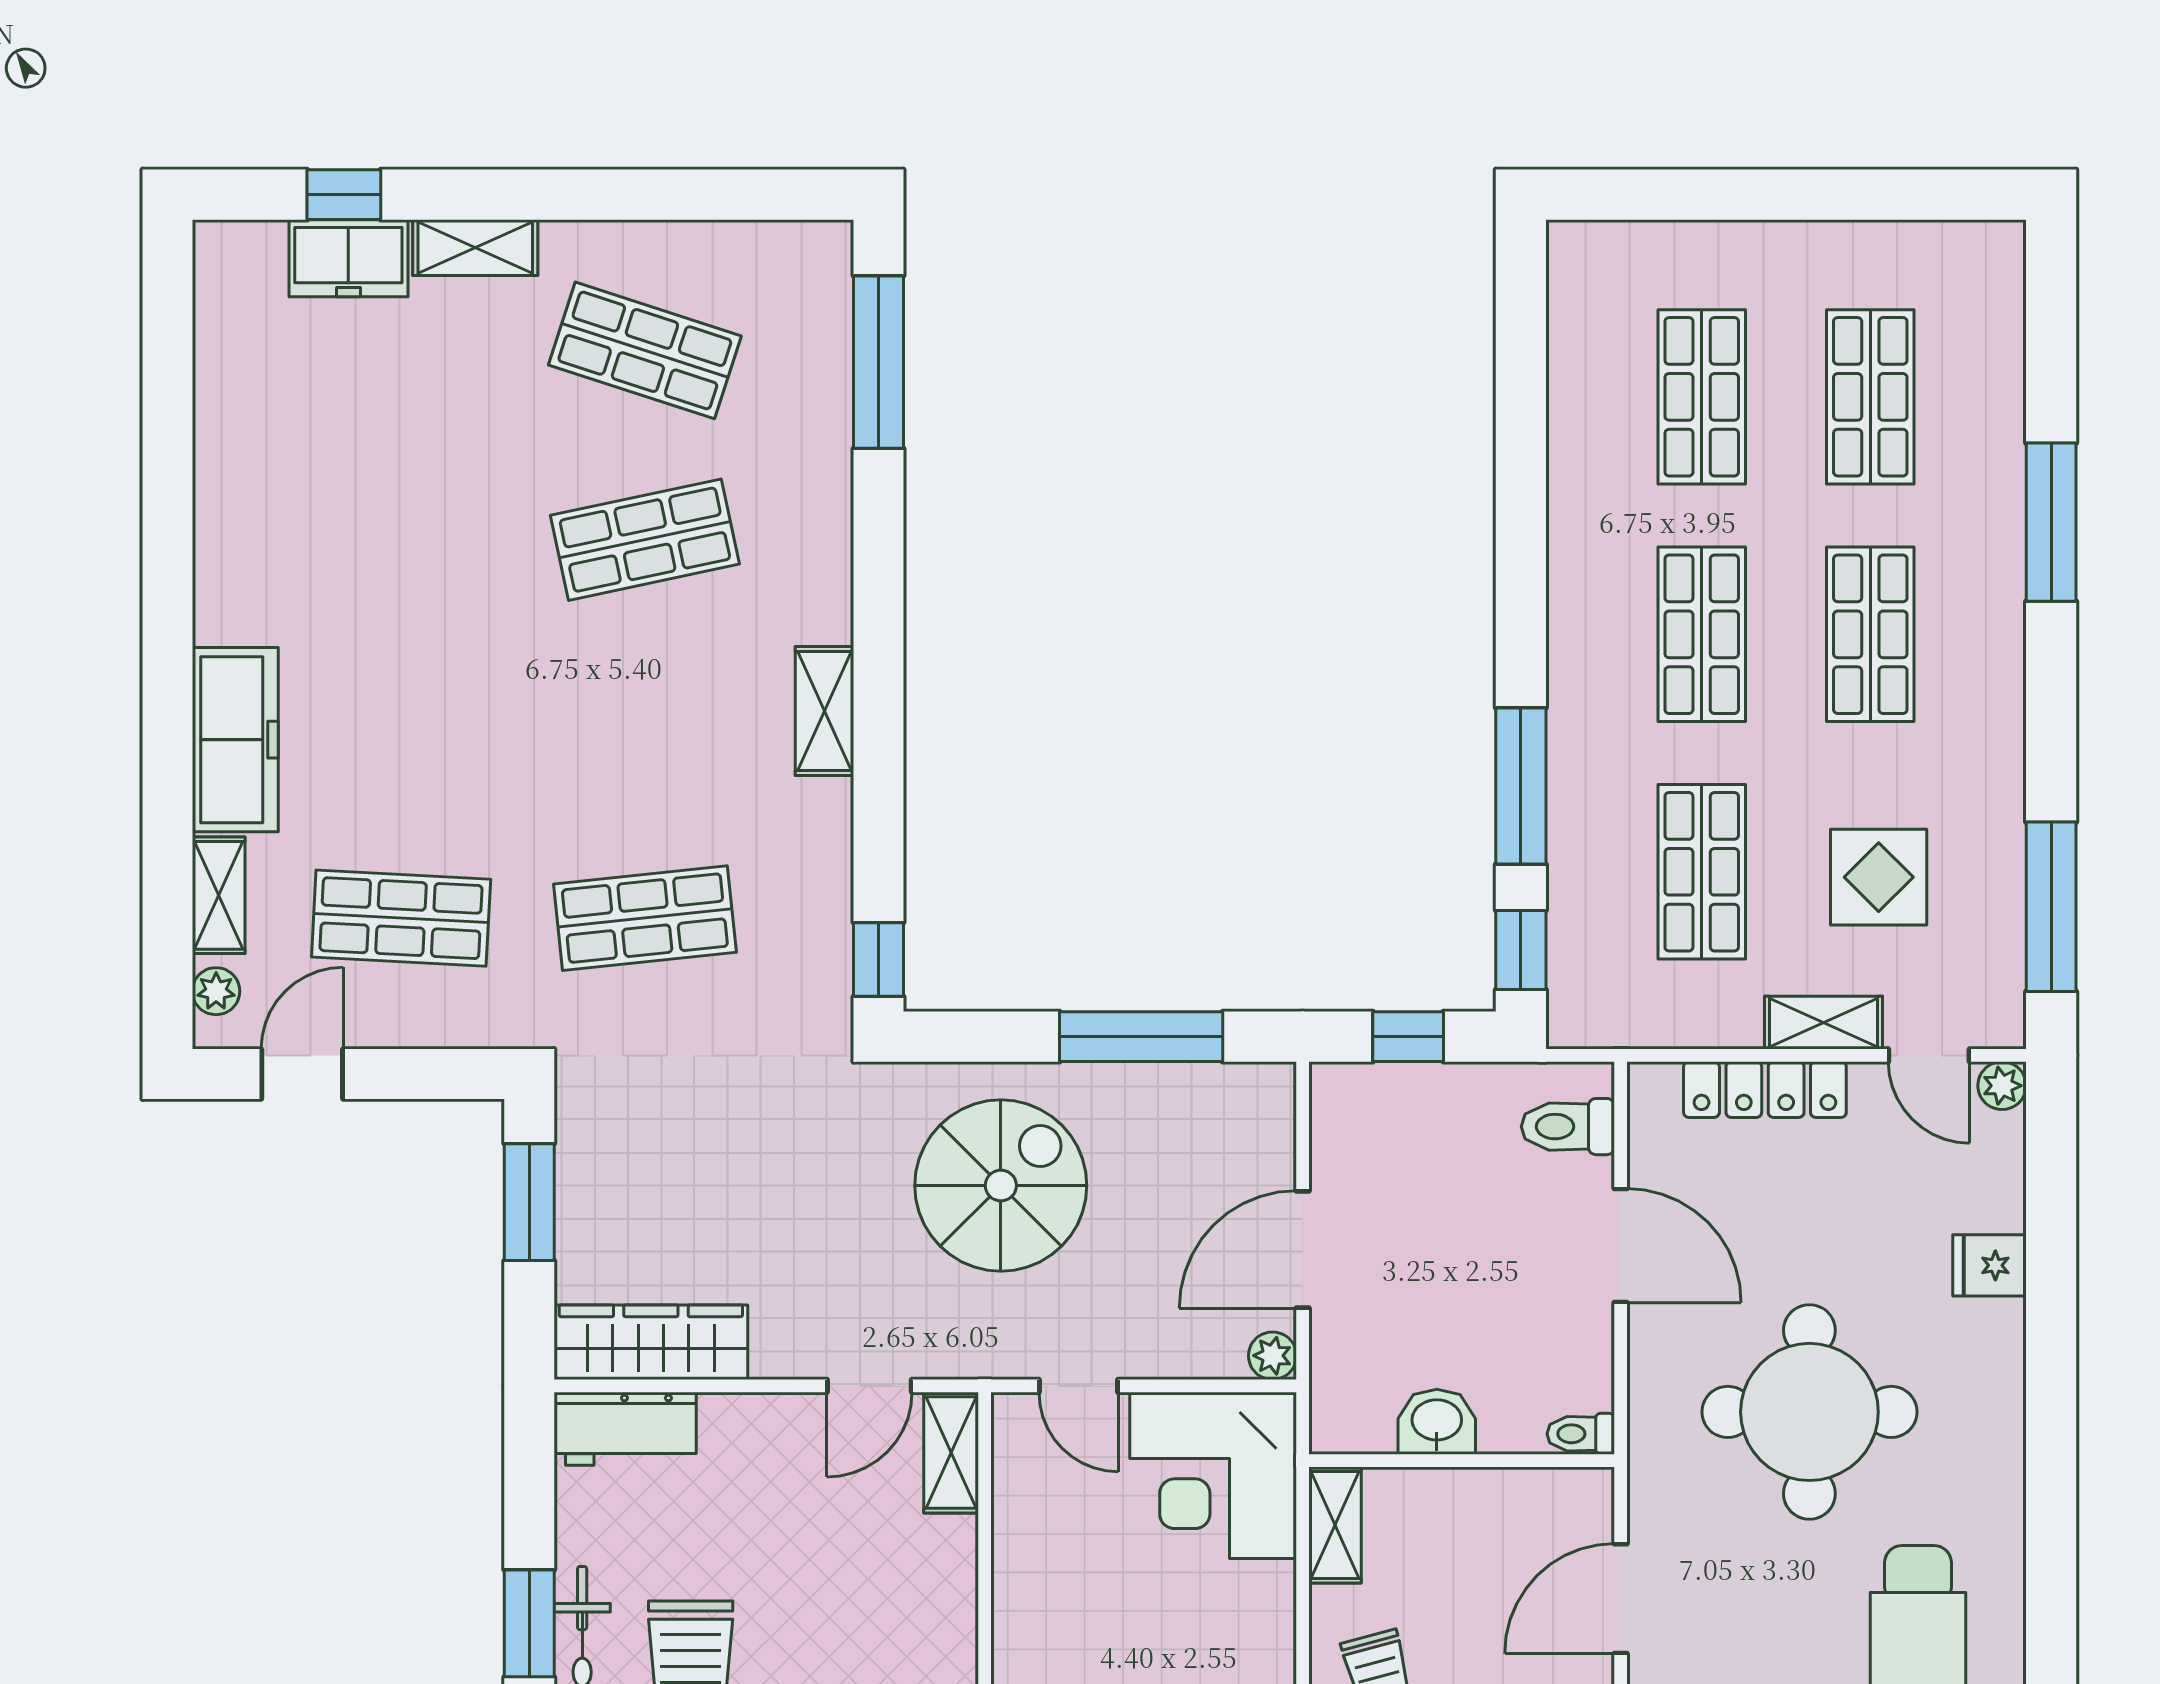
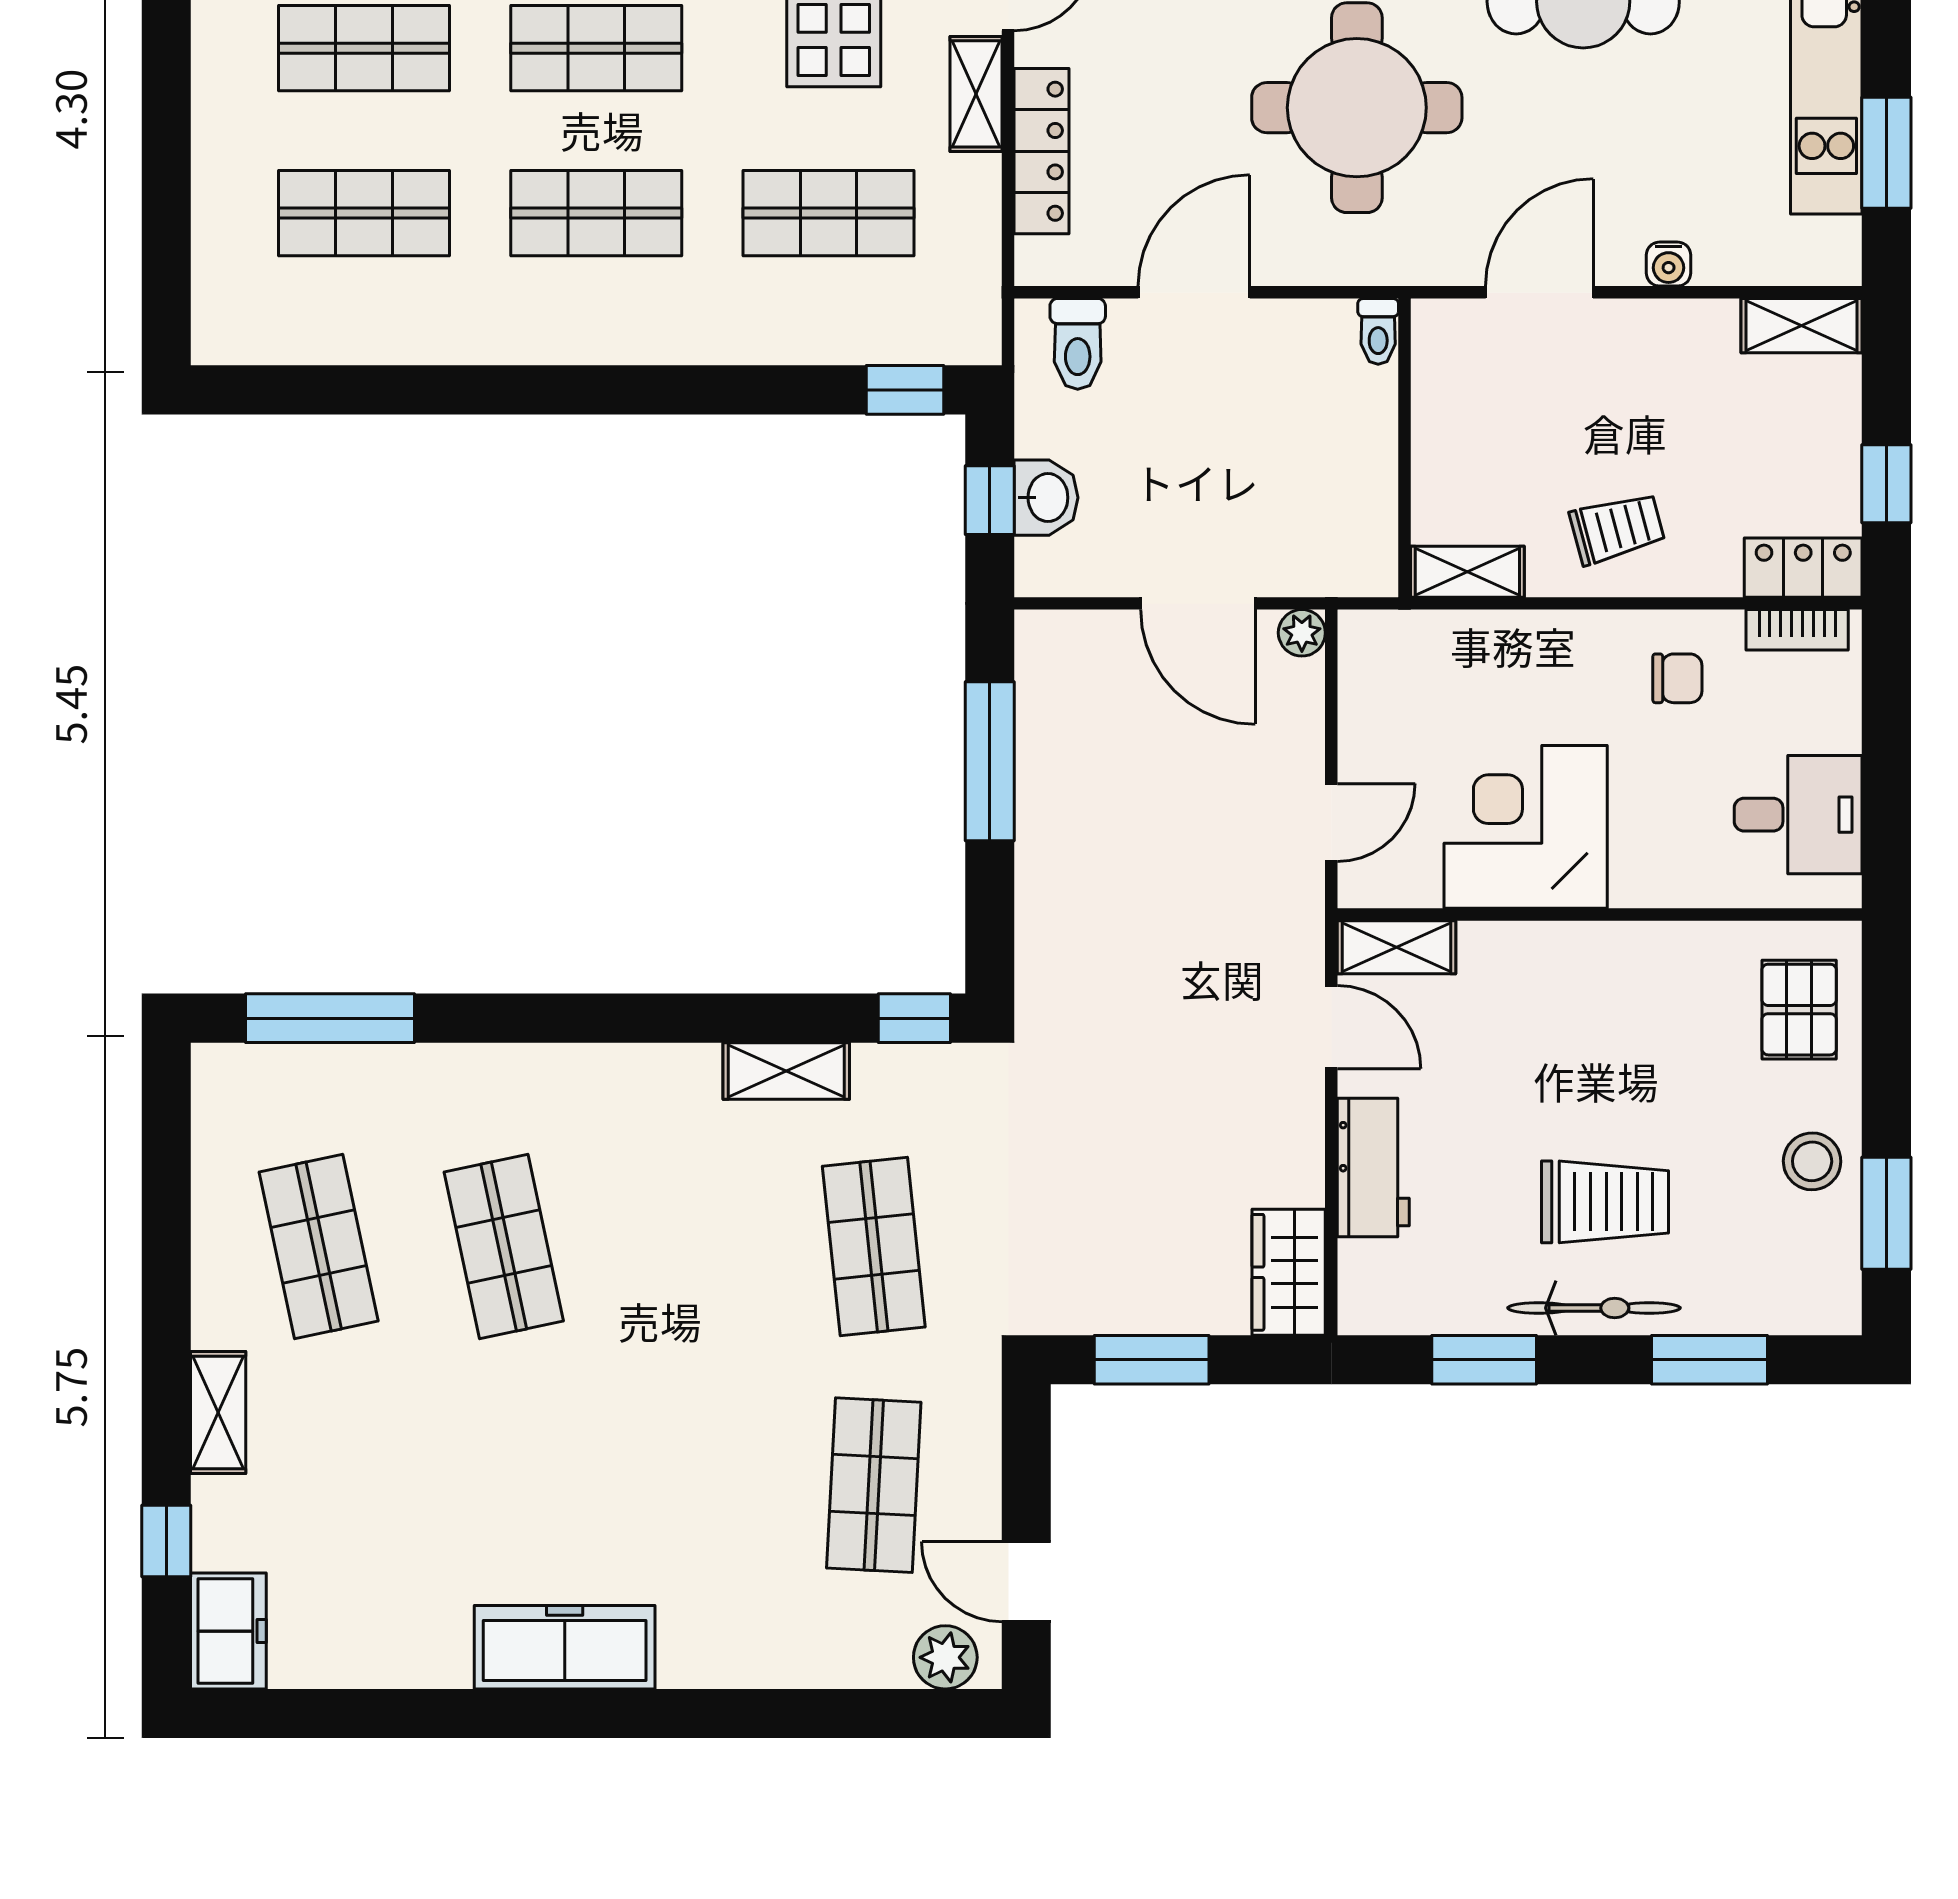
freezer: (348, 258) -> (228, 1631), moved
shop shelf: (645, 350) -> (319, 1247), turned -30
shelving: (824, 711) -> (786, 1071), moved
freezer: (235, 740) -> (565, 1647), moved
window: (1521, 786) -> (745, 390), removed
shelving: (219, 895) -> (852, 1663), removed
plant: (216, 991) -> (945, 1657), width x1.38, depth x1.38
spiral stairs: (1001, 1186) -> (1135, 899), removed
wardrobe: (651, 1342) -> (1289, 1272), width x0.67
washbasin: (1437, 1422) -> (1046, 498), moved, turned 180
workbench: (625, 1429) -> (1373, 1167), moved
corner desk: (1213, 1475) -> (1526, 827), moved, turned 180
door: (1621, 1599) -> (1539, 292), swing flipped
window: (529, 1623) -> (1484, 1360), moved

